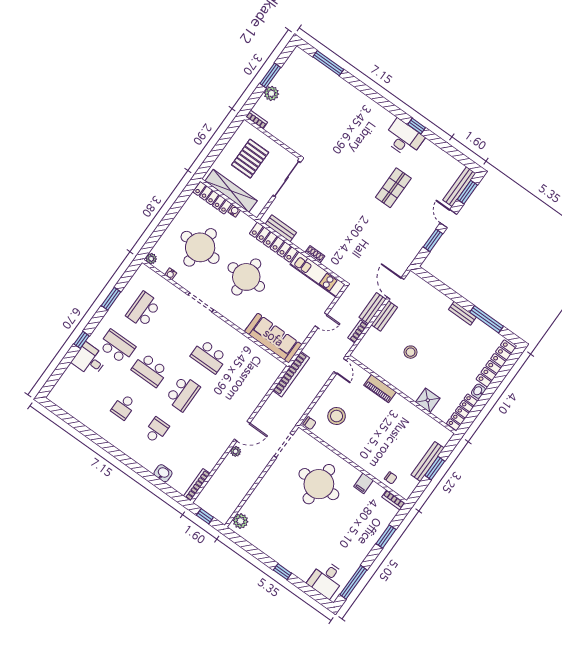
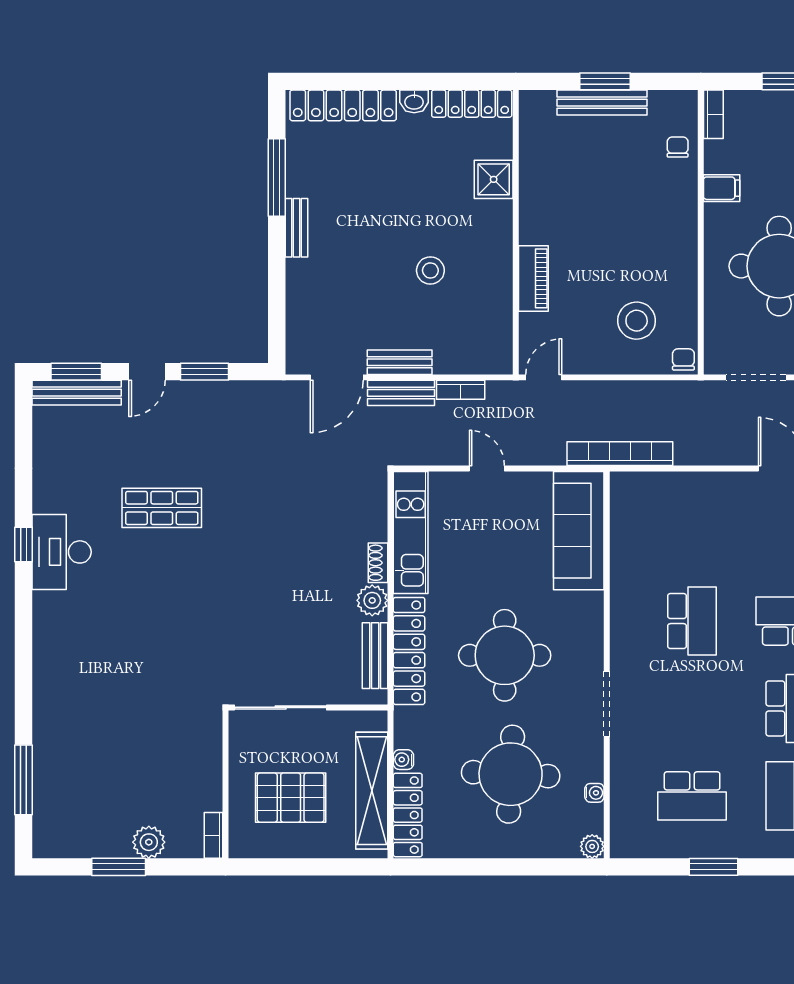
plant: (302, 242) -> (372, 600), added

